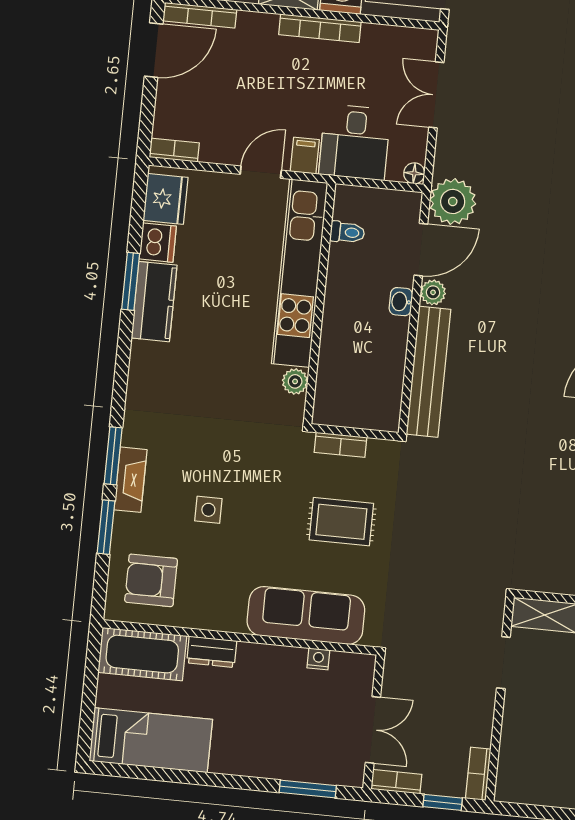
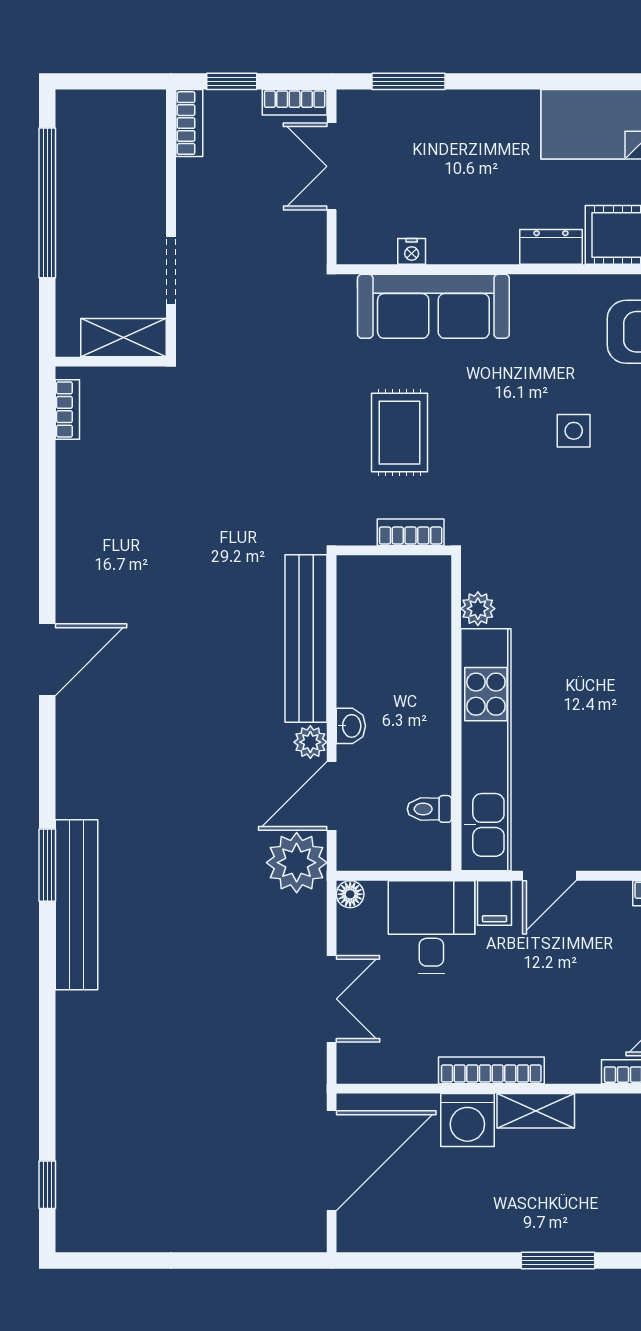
rug: (341, 522) -> (400, 433), turned 90

